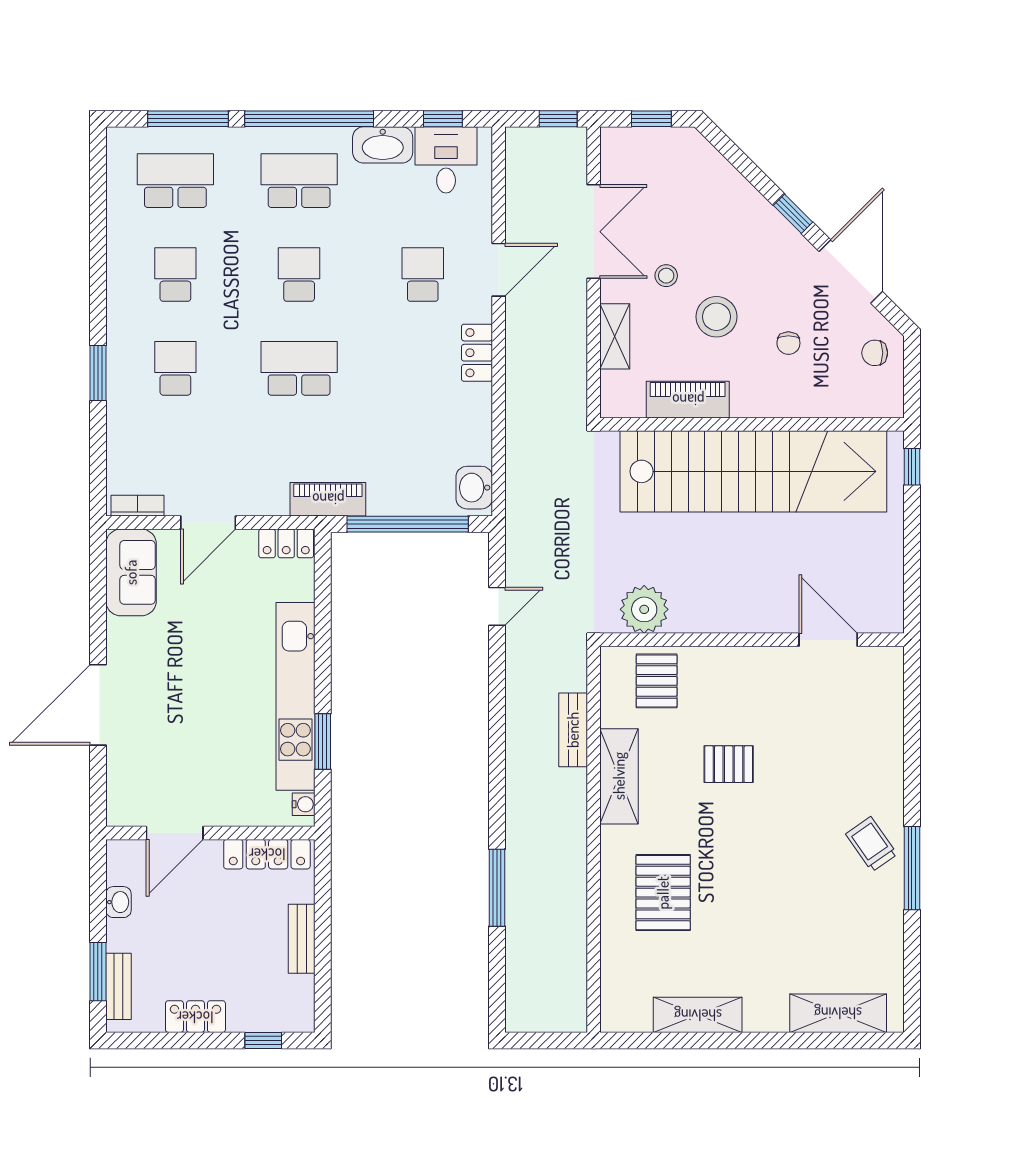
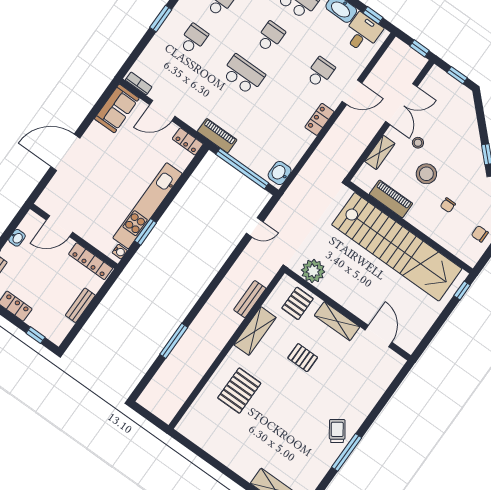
shelving: (698, 1015) -> (337, 321), moved

